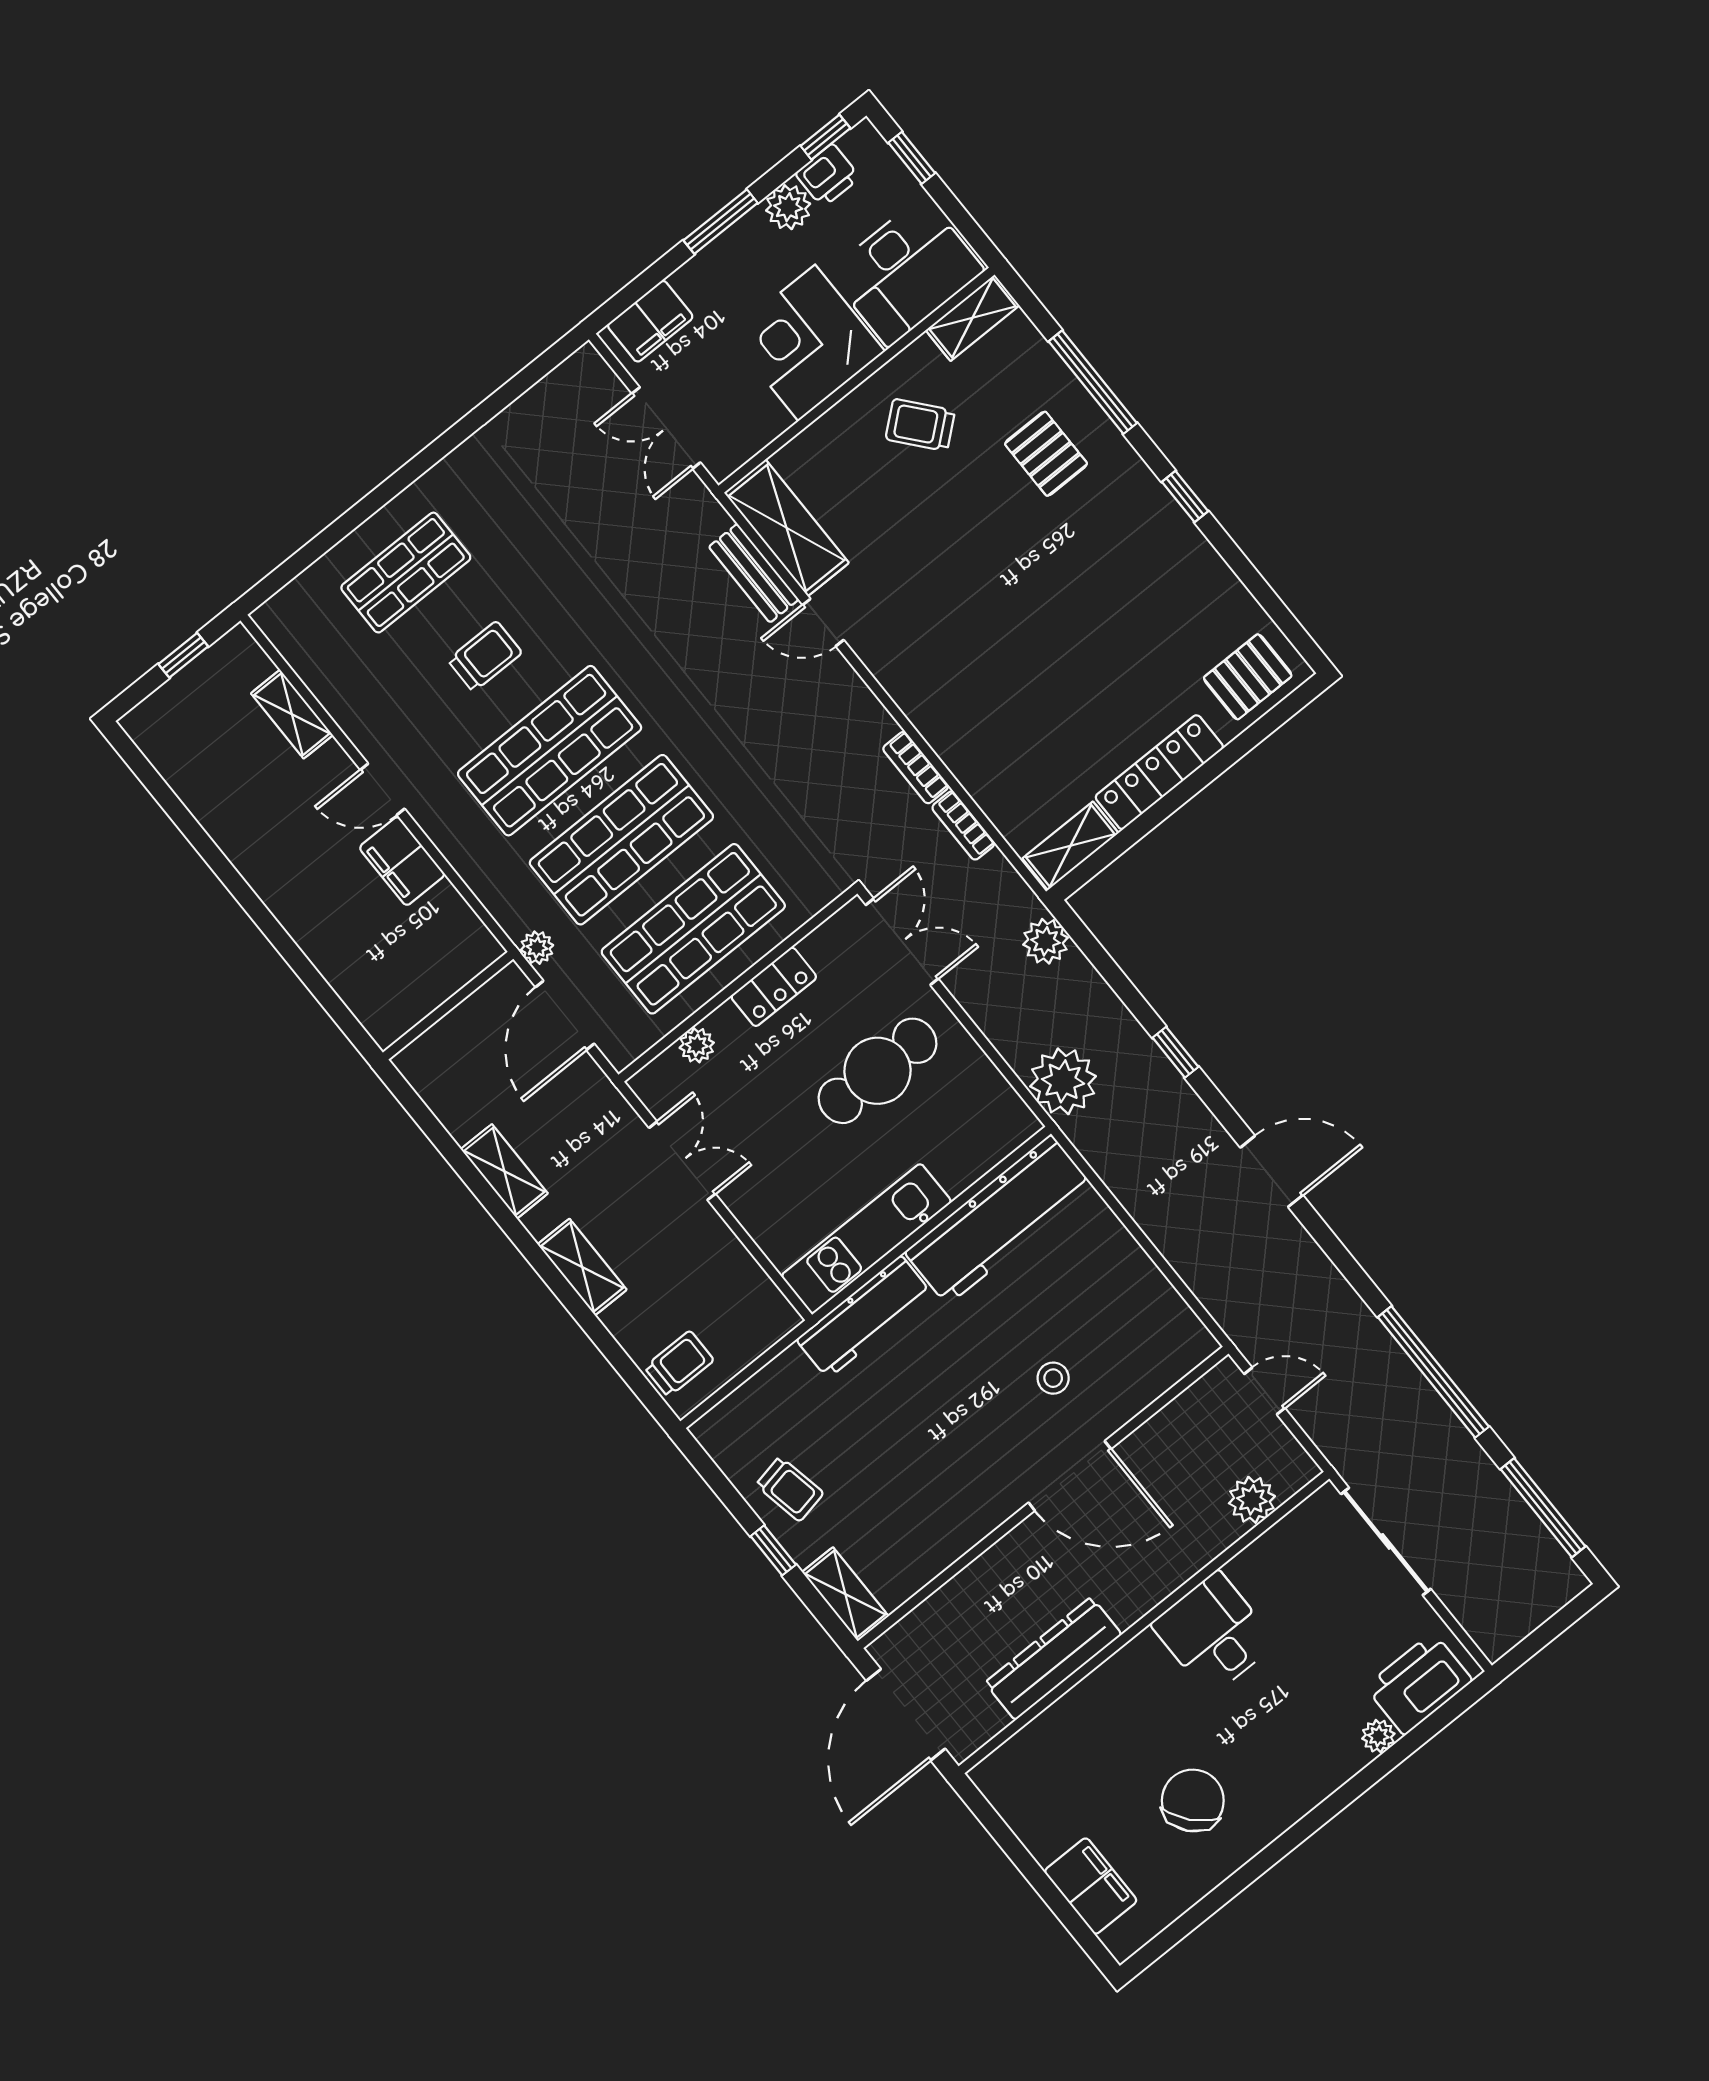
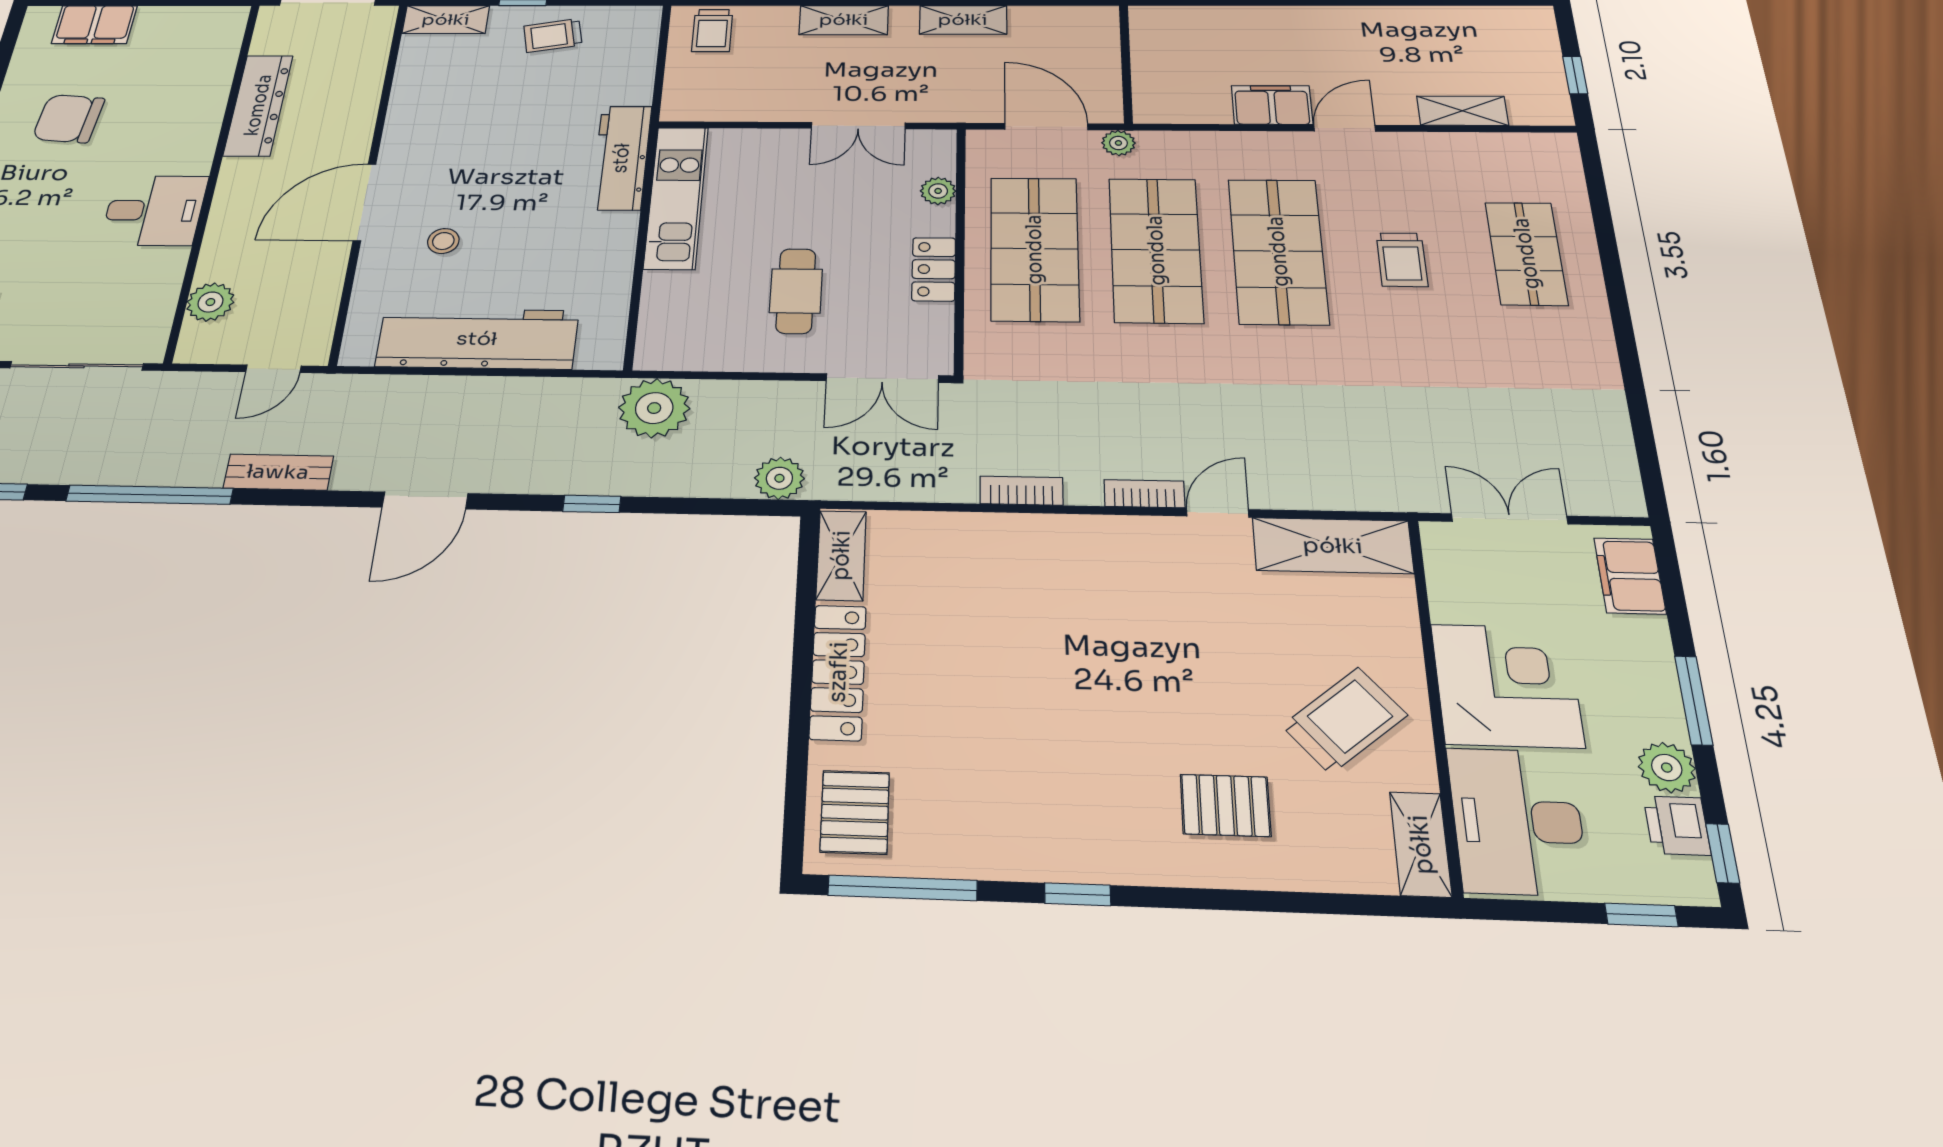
window: (1093, 382) -> (902, 888), moved
trolley: (920, 425) -> (1345, 720), width x1.36, depth x1.39
bench: (754, 573) -> (278, 472), moved
bookcase: (963, 826) -> (1144, 494), moved
cafe table: (878, 1071) -> (796, 291), width x0.73, depth x0.74
workbench: (999, 1220) -> (477, 339), moved, turned 90
chair: (1193, 1800) -> (69, 119), turned 136

